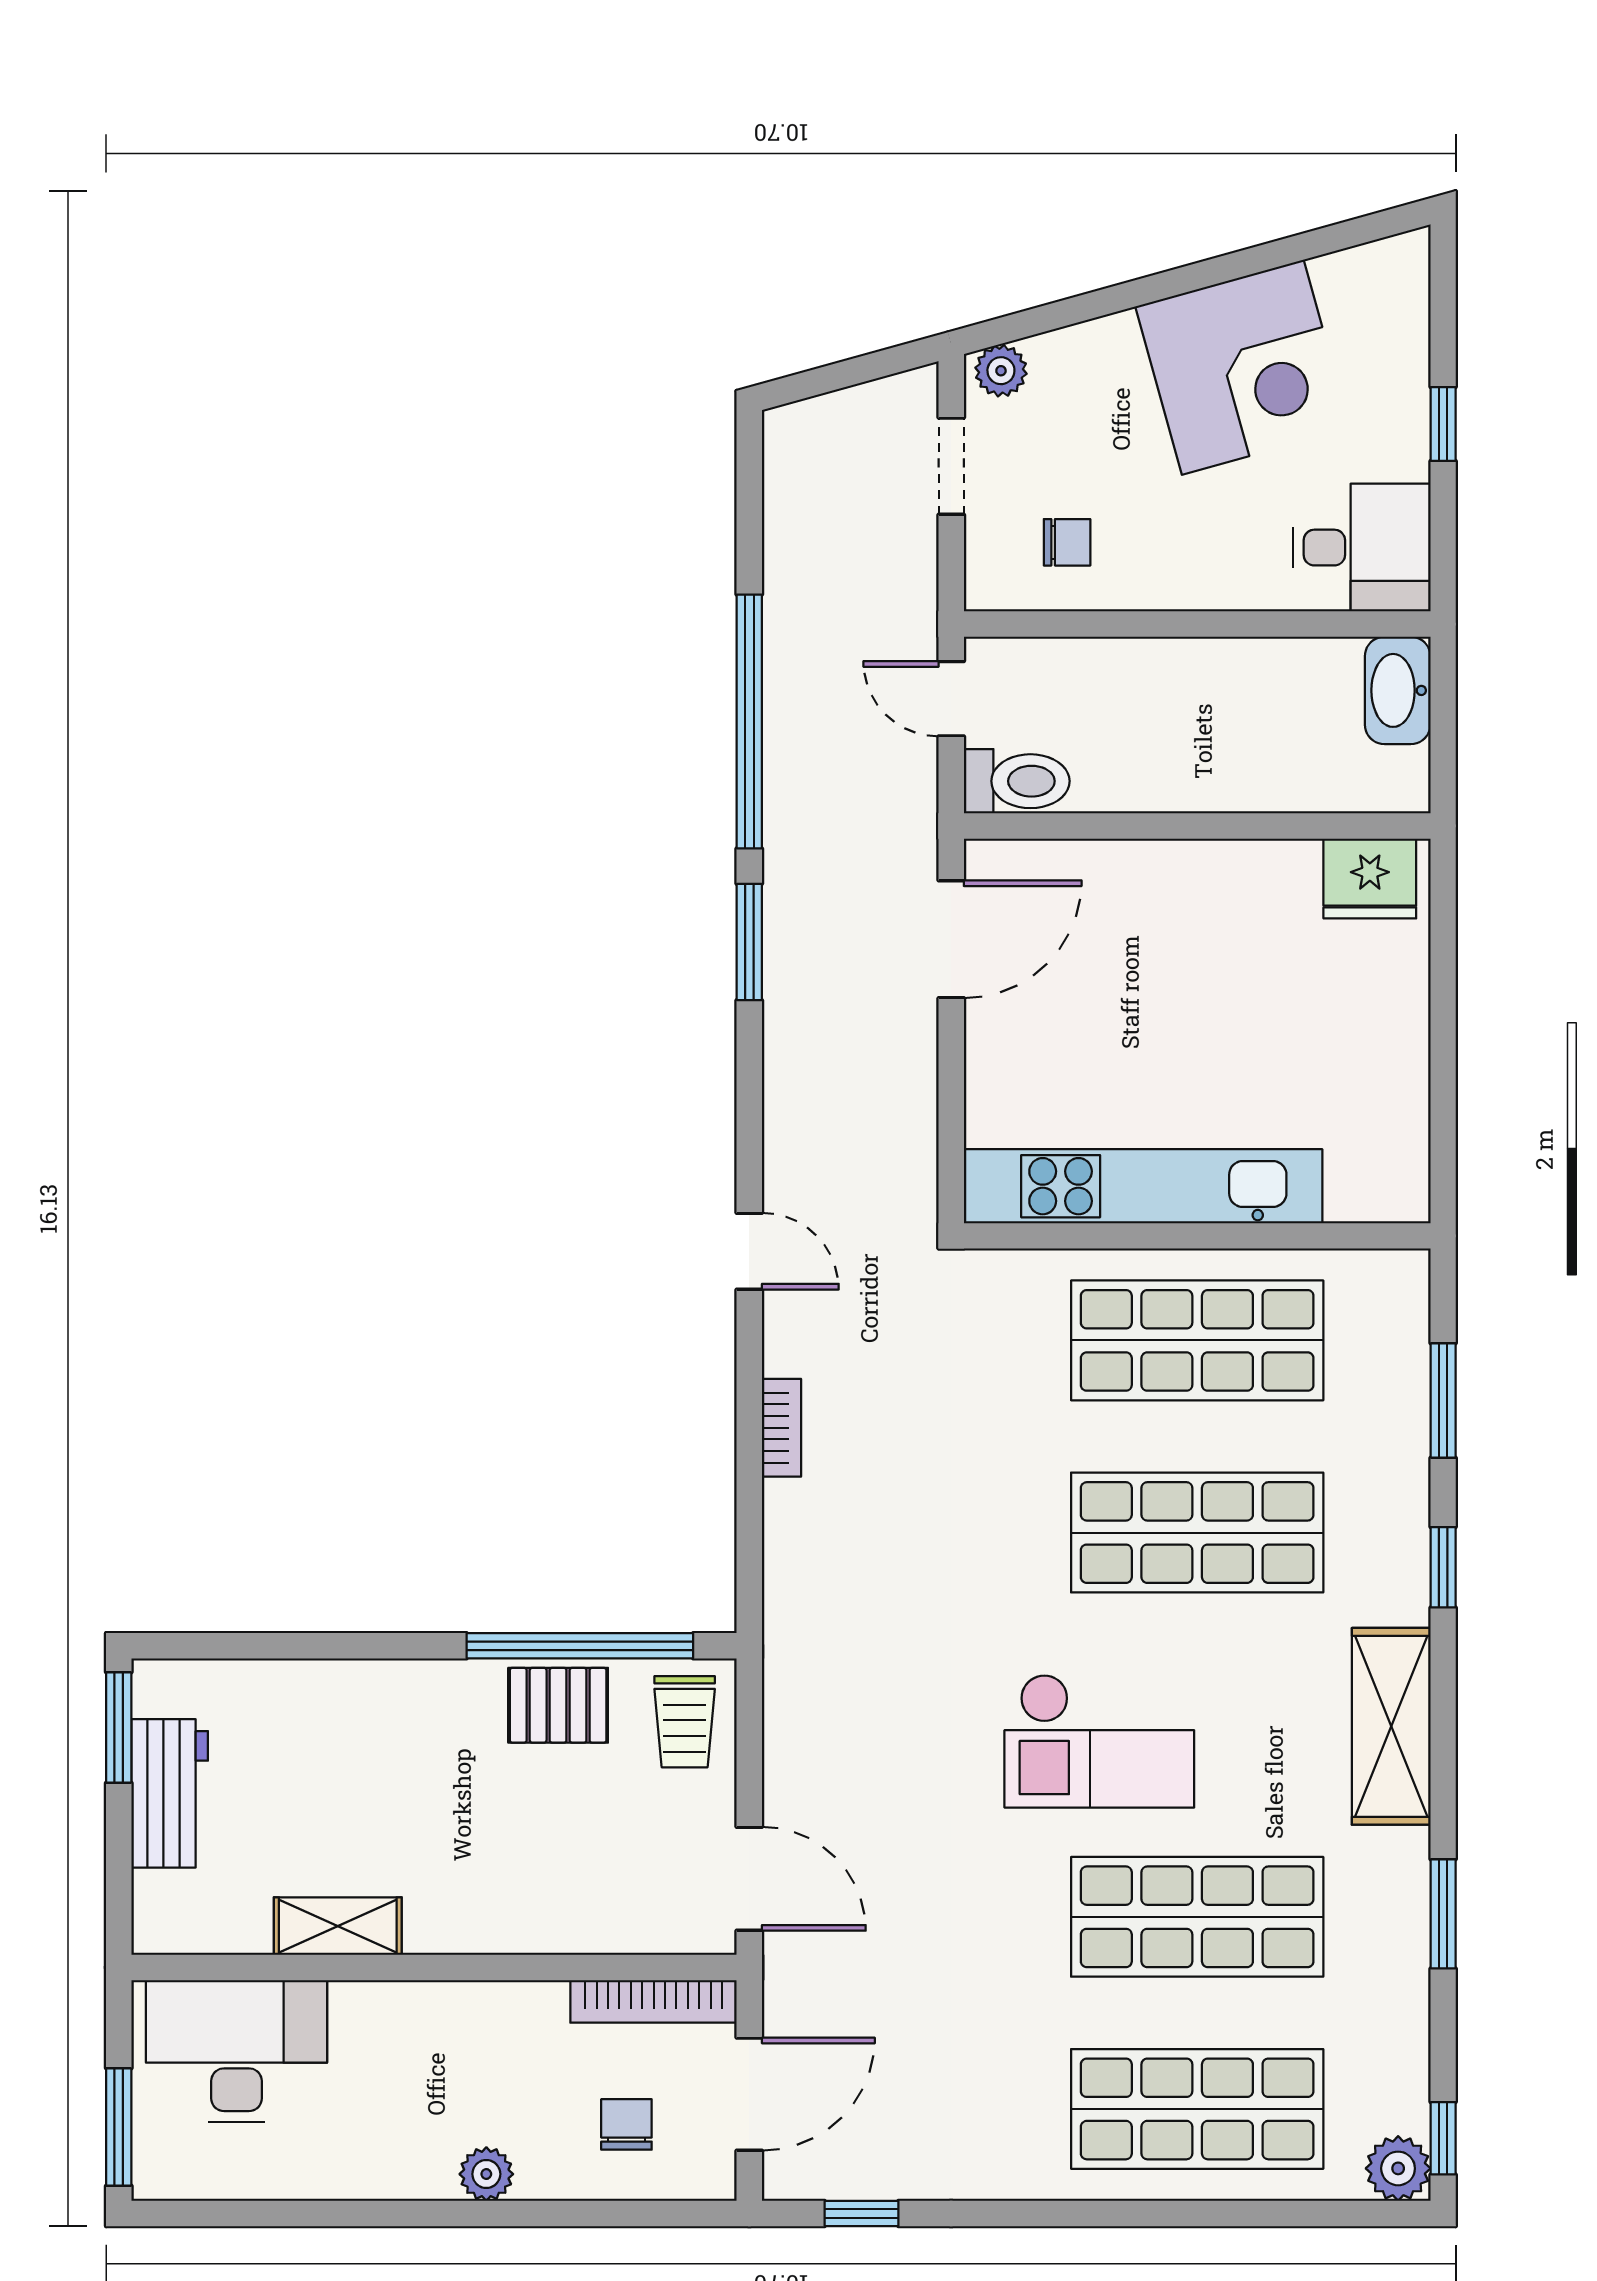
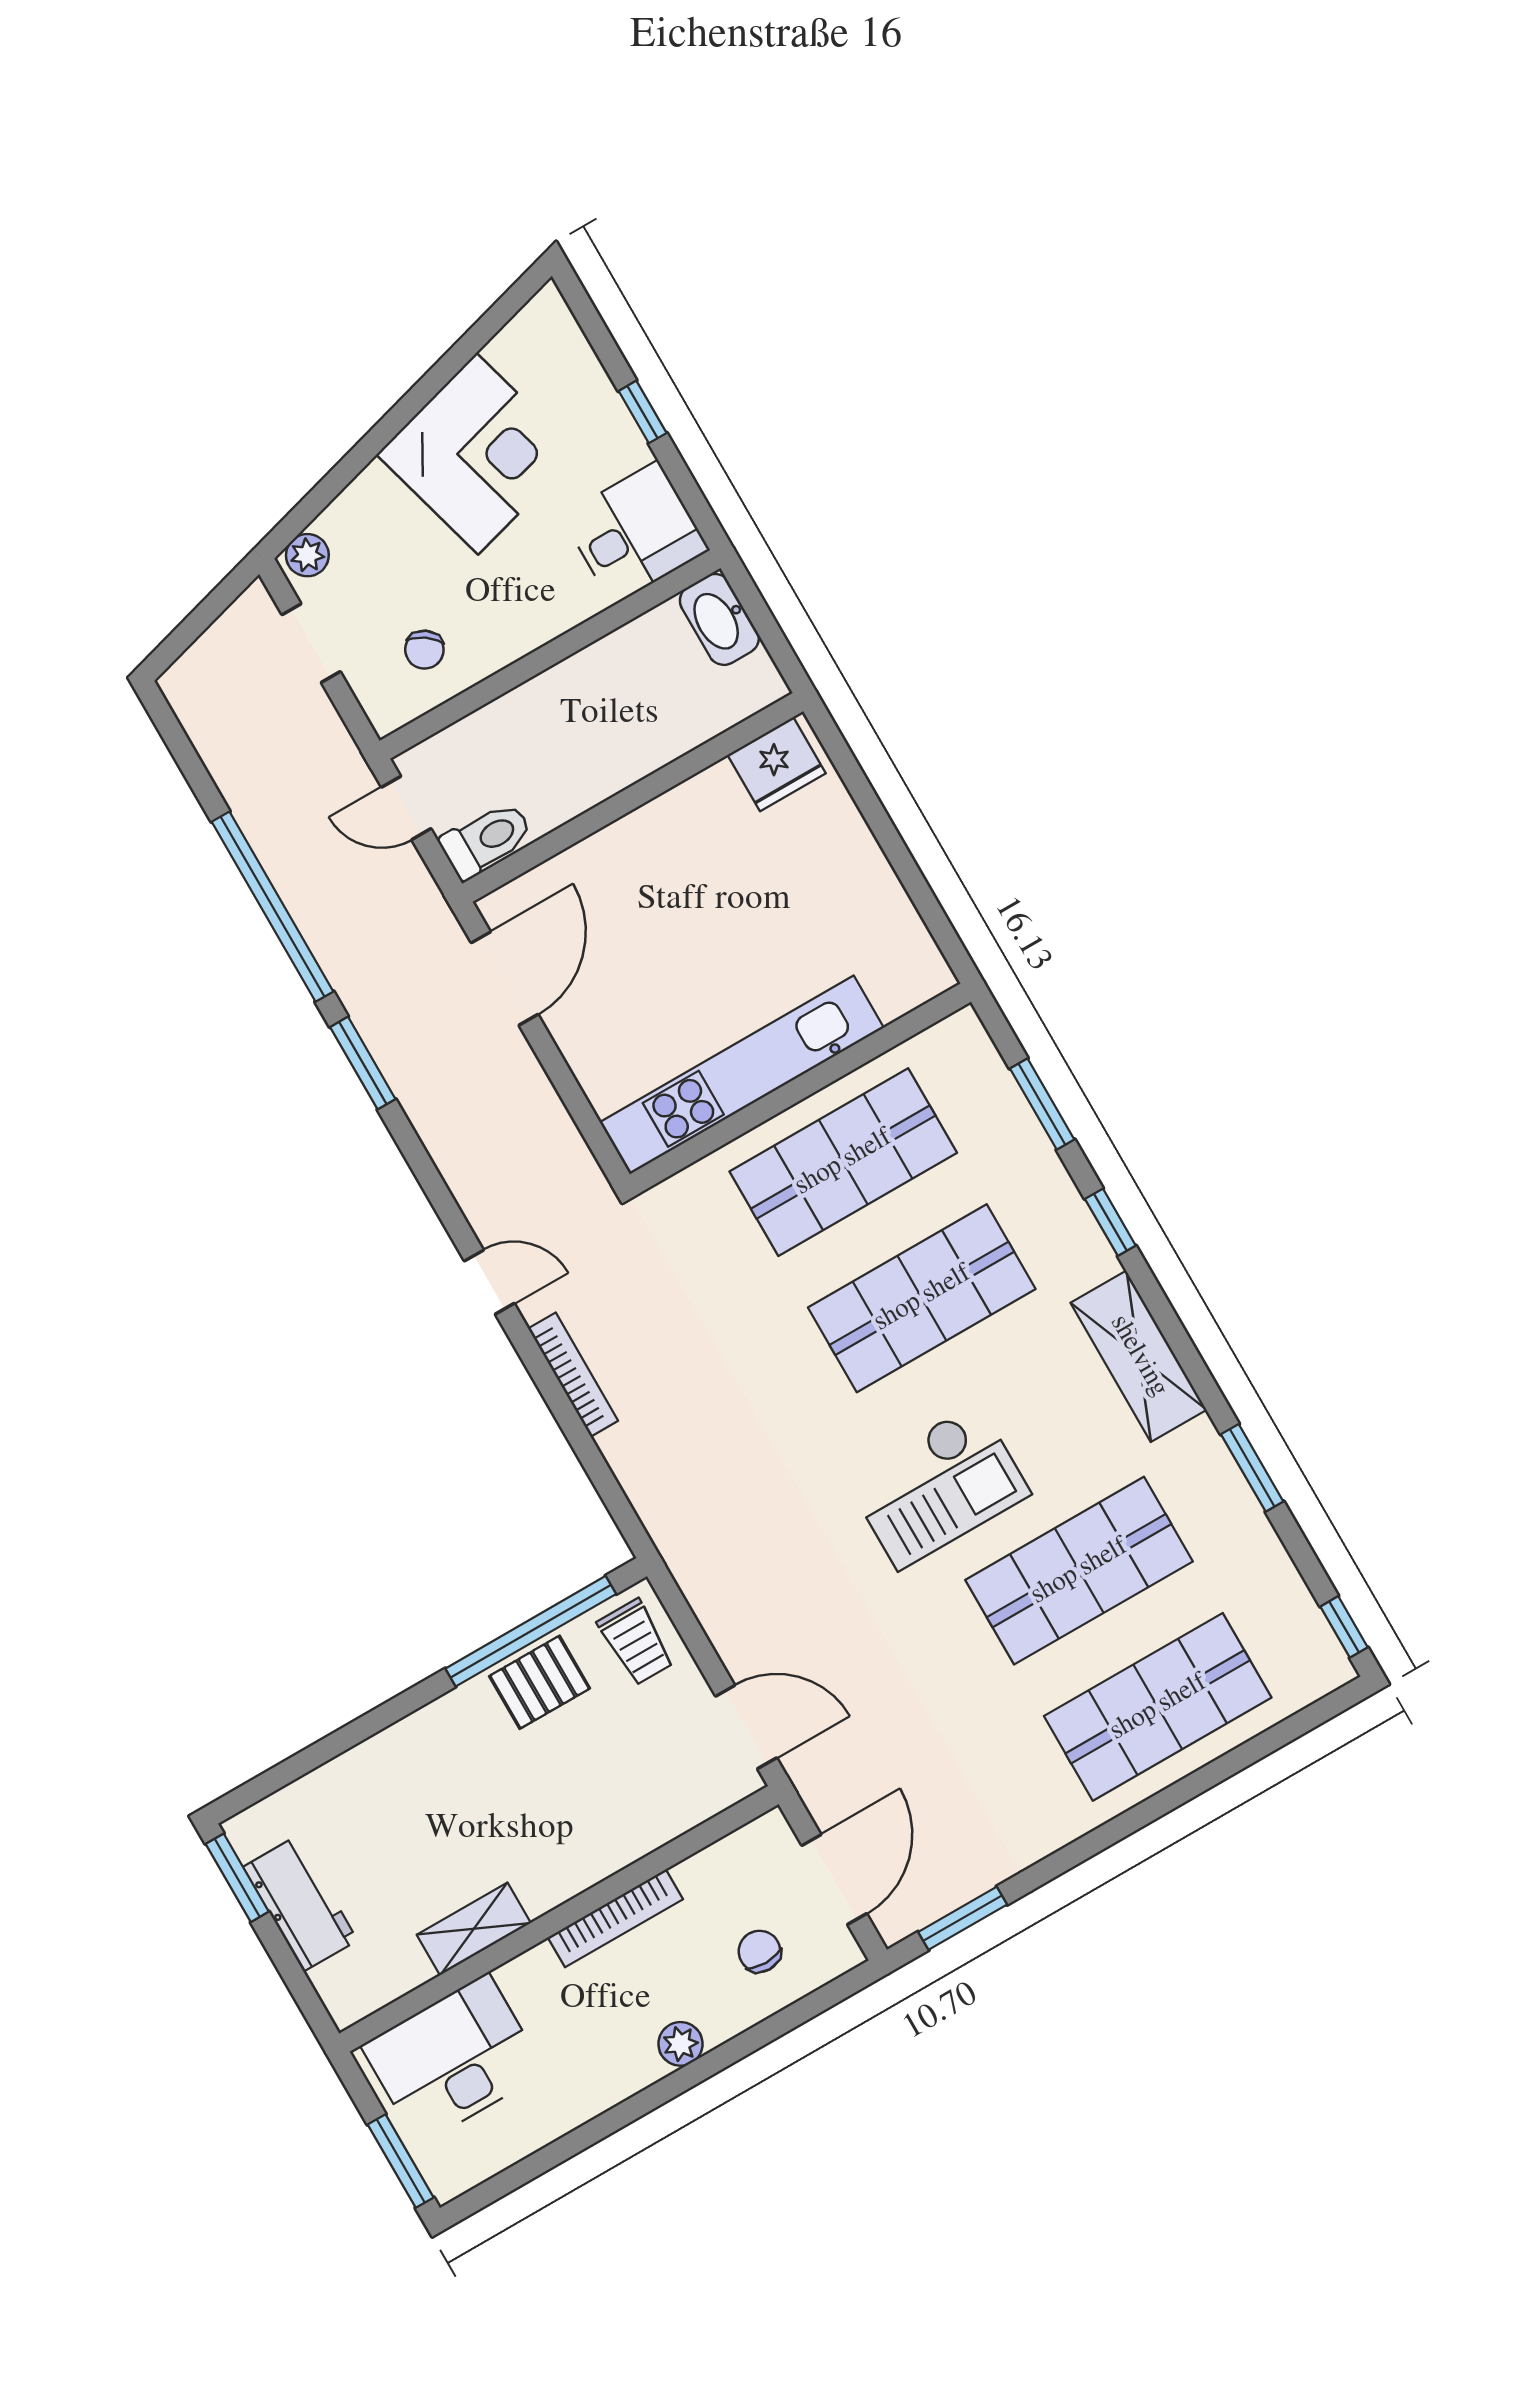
chair: (1067, 542) -> (424, 650), turned 125
bookcase: (782, 1428) -> (573, 1375), width x1.56
bookcase: (654, 2001) -> (615, 1918), moved
plant: (1398, 2168) -> (1324, 1667), removed
window: (862, 2213) -> (963, 1918), width x1.50

